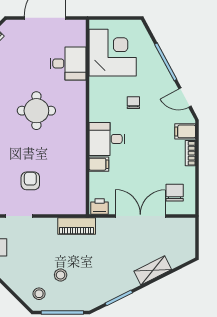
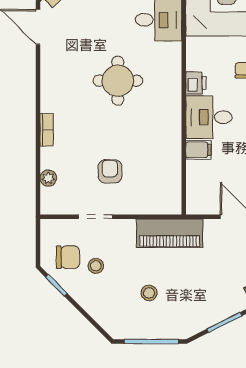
printer: (100, 207) -> (196, 83), moved, turned 90
piano: (77, 226) -> (170, 233), width x1.37, depth x1.33
stool: (39, 294) -> (96, 266), moved

